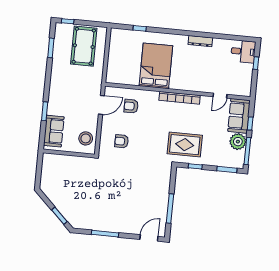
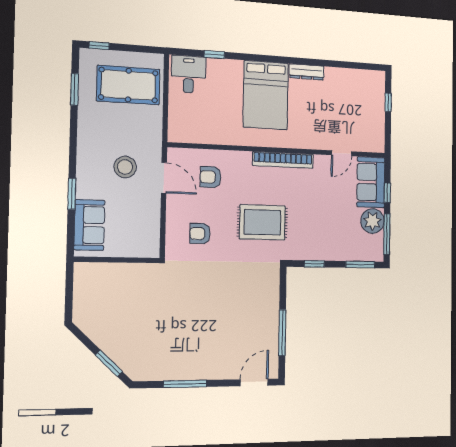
pool table: (84, 46) -> (128, 85), turned 90
desk: (243, 51) -> (189, 74), moved, turned -90
bed: (156, 66) -> (266, 95), moved, turned 180
door: (101, 105) -> (164, 178), hinge flipped
stool: (86, 138) -> (125, 167), moved
rug: (185, 145) -> (262, 222), moved

